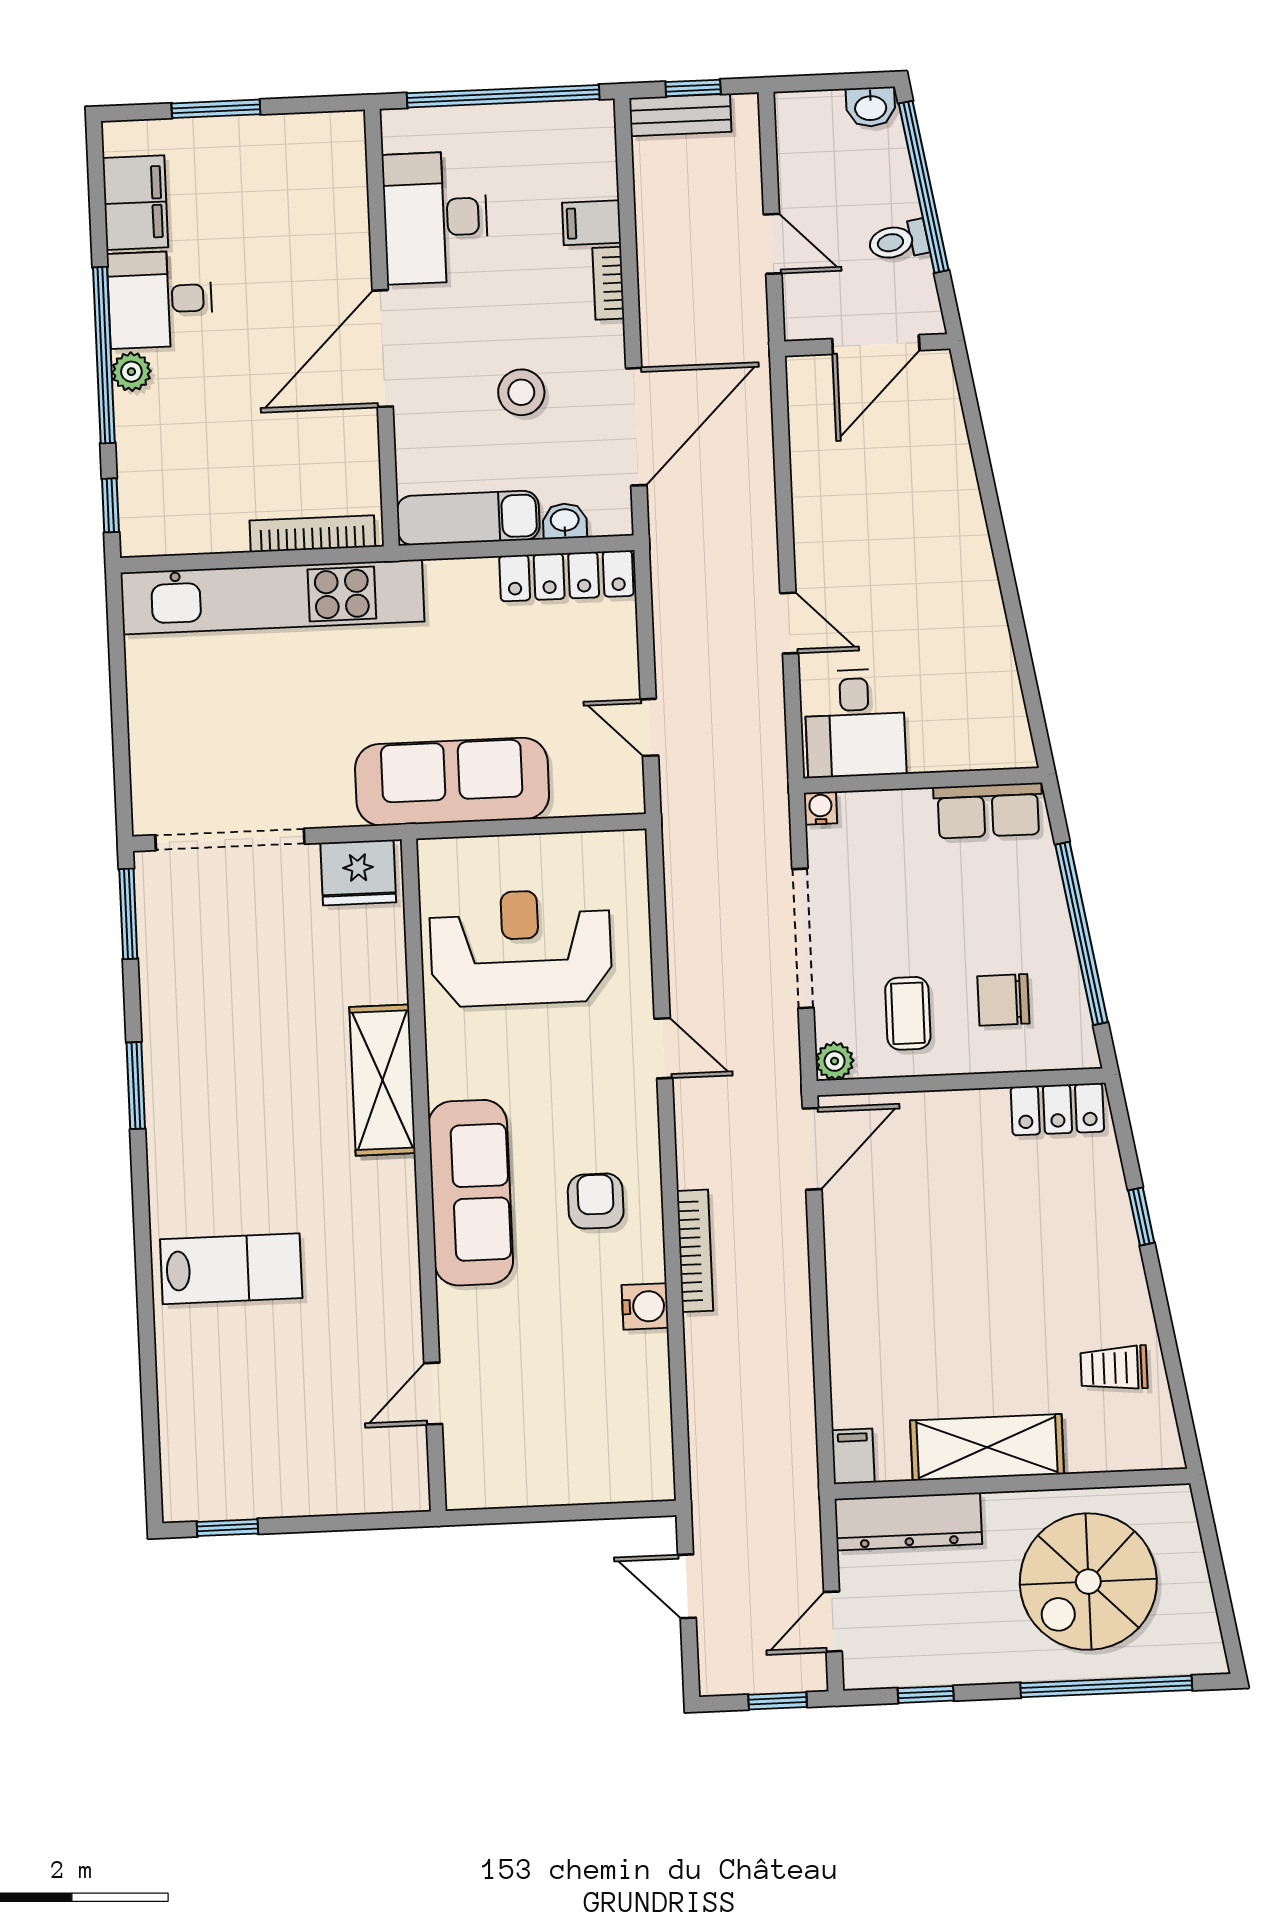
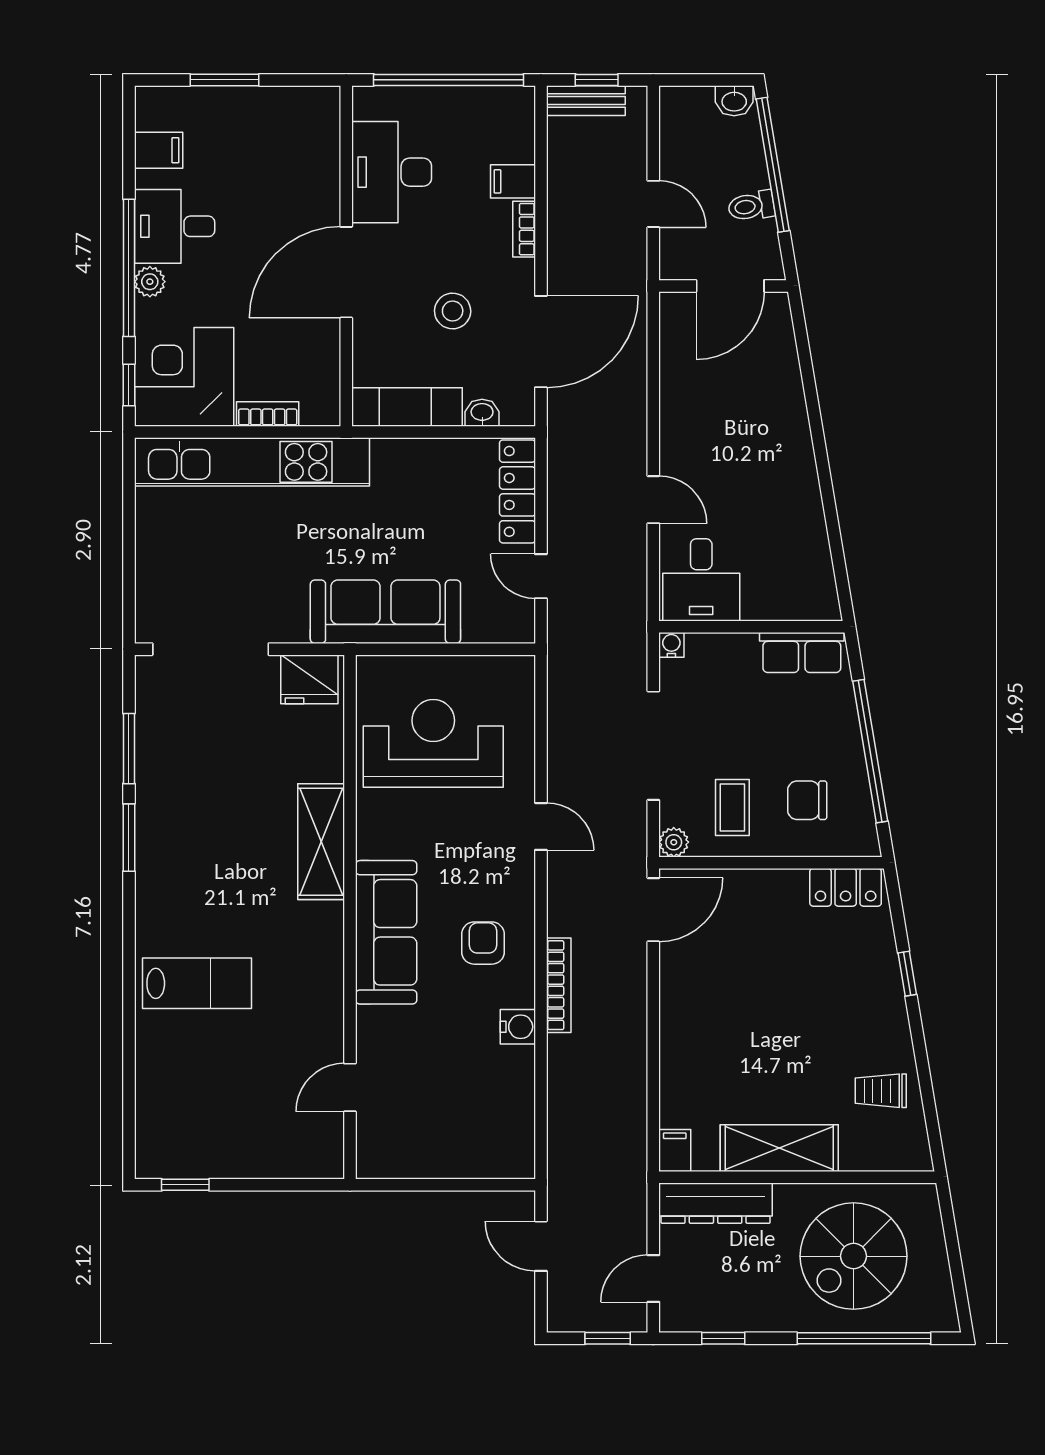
filing cabinet: (135, 203) -> (159, 150), width x0.50
corner desk: (181, 492) -> (184, 377), added
bookcase: (312, 534) -> (268, 414), width x0.64
locker: (566, 576) -> (517, 491), moved, turned 90
window: (128, 914) -> (129, 749), moved

